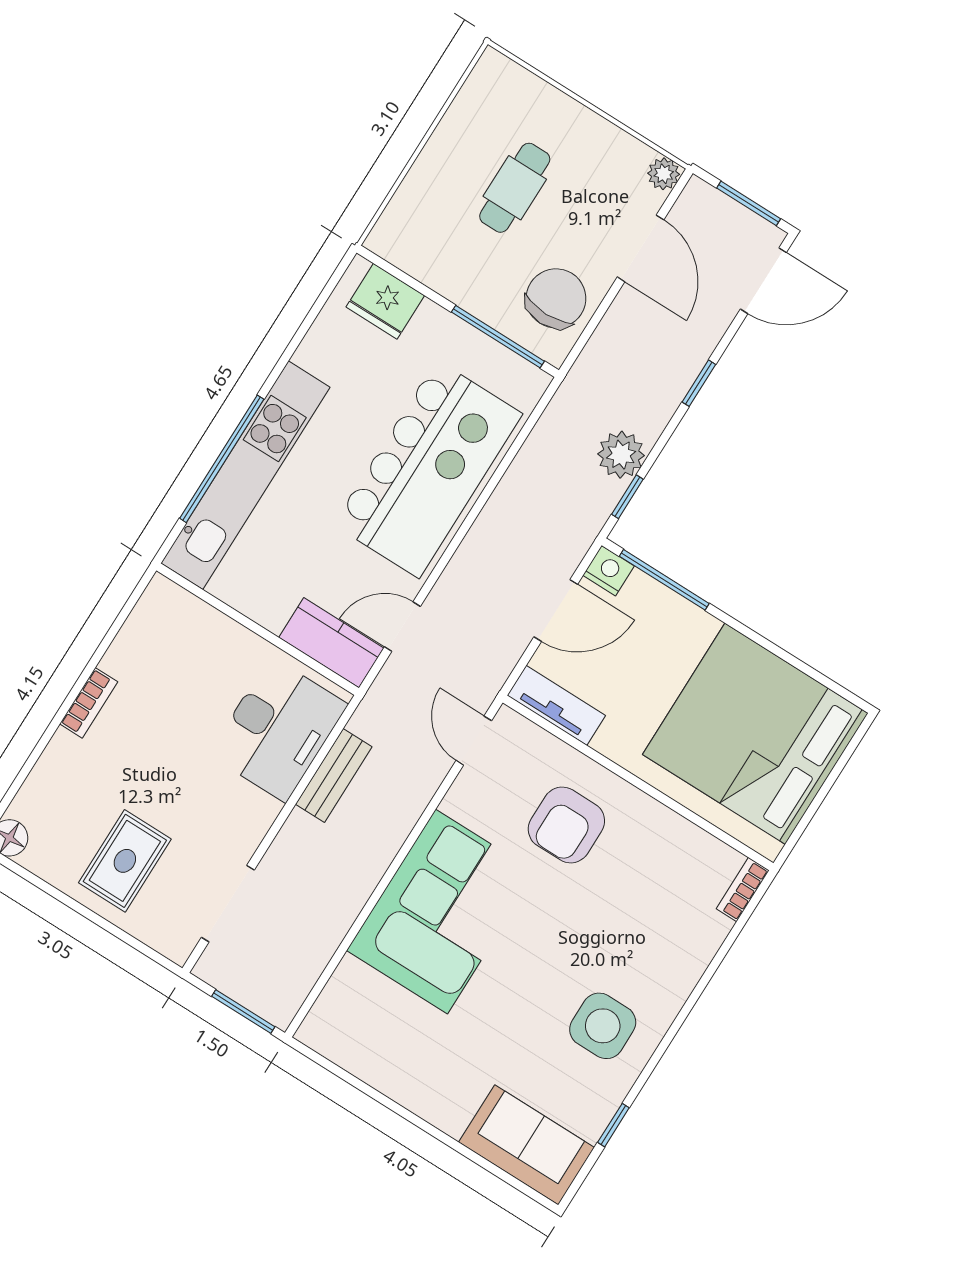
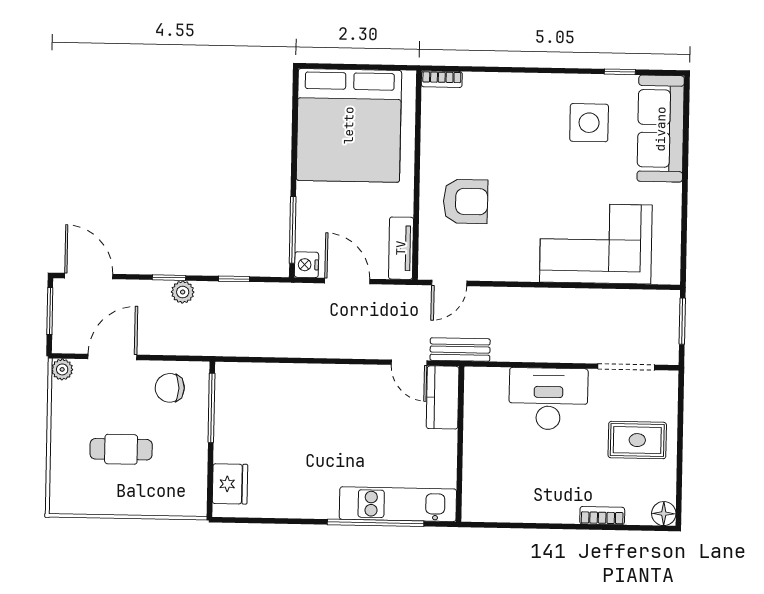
chair: (556, 298) -> (170, 388), width x0.73, depth x0.73
plant: (621, 455) -> (183, 292), moved, width x0.73, depth x0.73
kitchen island: (428, 469) -> (311, 402), removed
kitchen unit: (245, 475) -> (398, 504), width x0.73
window: (627, 497) -> (234, 279), moved
bookcase: (89, 703) -> (602, 516), moved
desk: (278, 729) -> (548, 399), moved
bench: (334, 775) -> (460, 350), moved
corner sofa: (441, 912) -> (596, 244), moved
side table: (603, 1026) -> (589, 123), moved
sofa: (527, 1145) -> (661, 129), width x1.36

